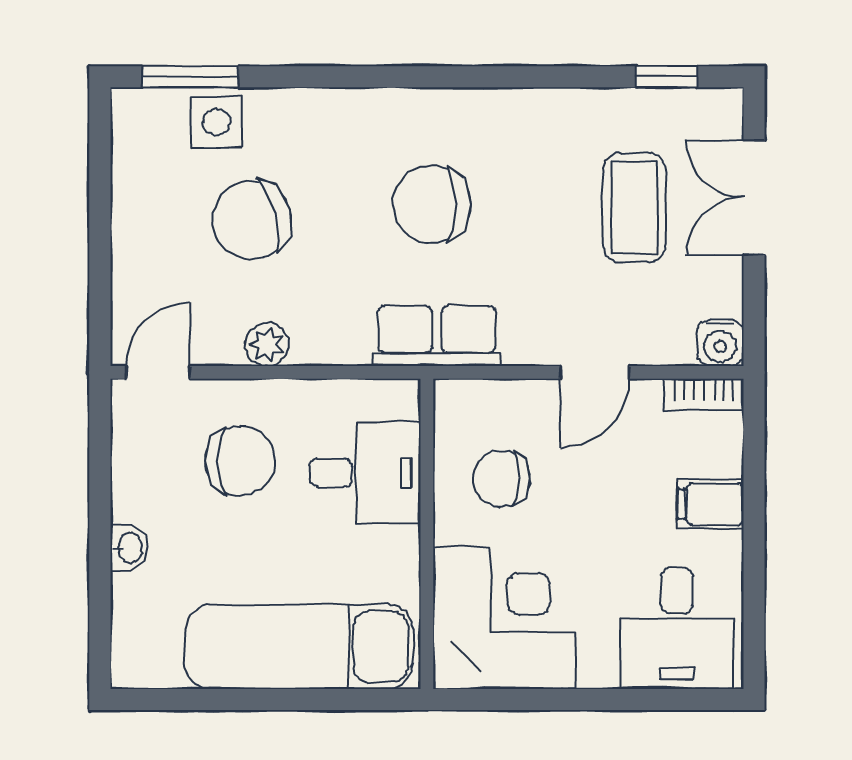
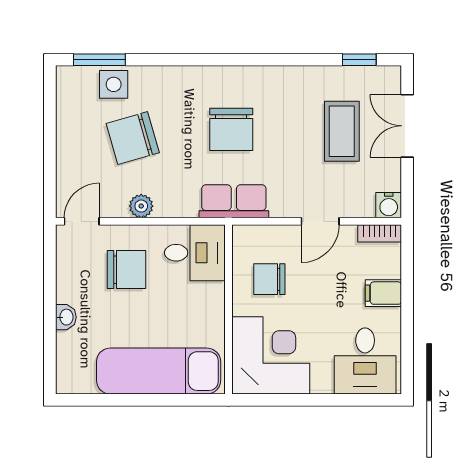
chair: (432, 204) -> (231, 129), turned -90
desk: (365, 473) -> (195, 253), moved

